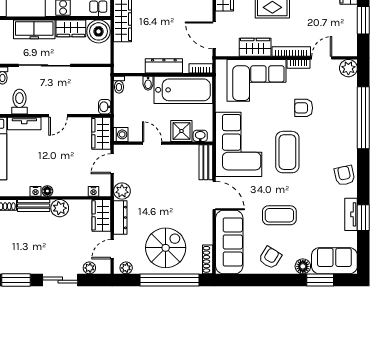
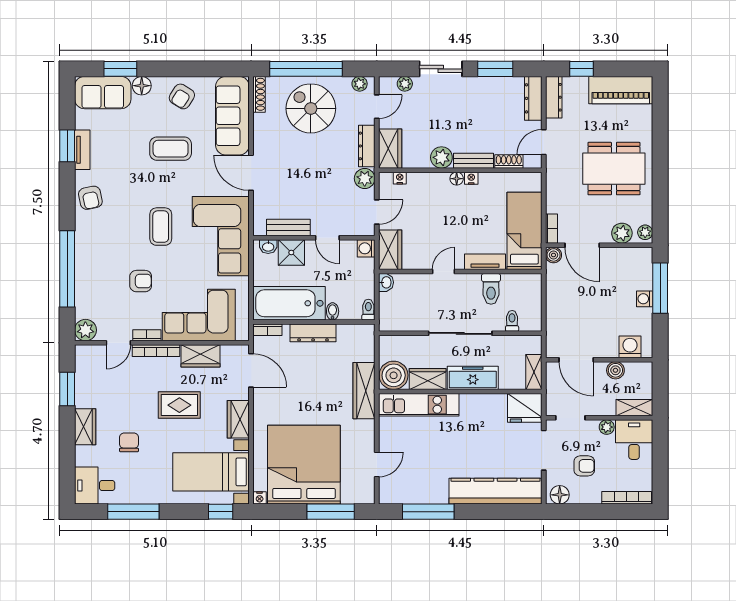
coffee table: (287, 152) -> (161, 227), width x0.73, depth x0.76
bench: (206, 162) -> (288, 227), moved, turned 90
spiral stairs: (166, 248) -> (311, 108), turned 90

